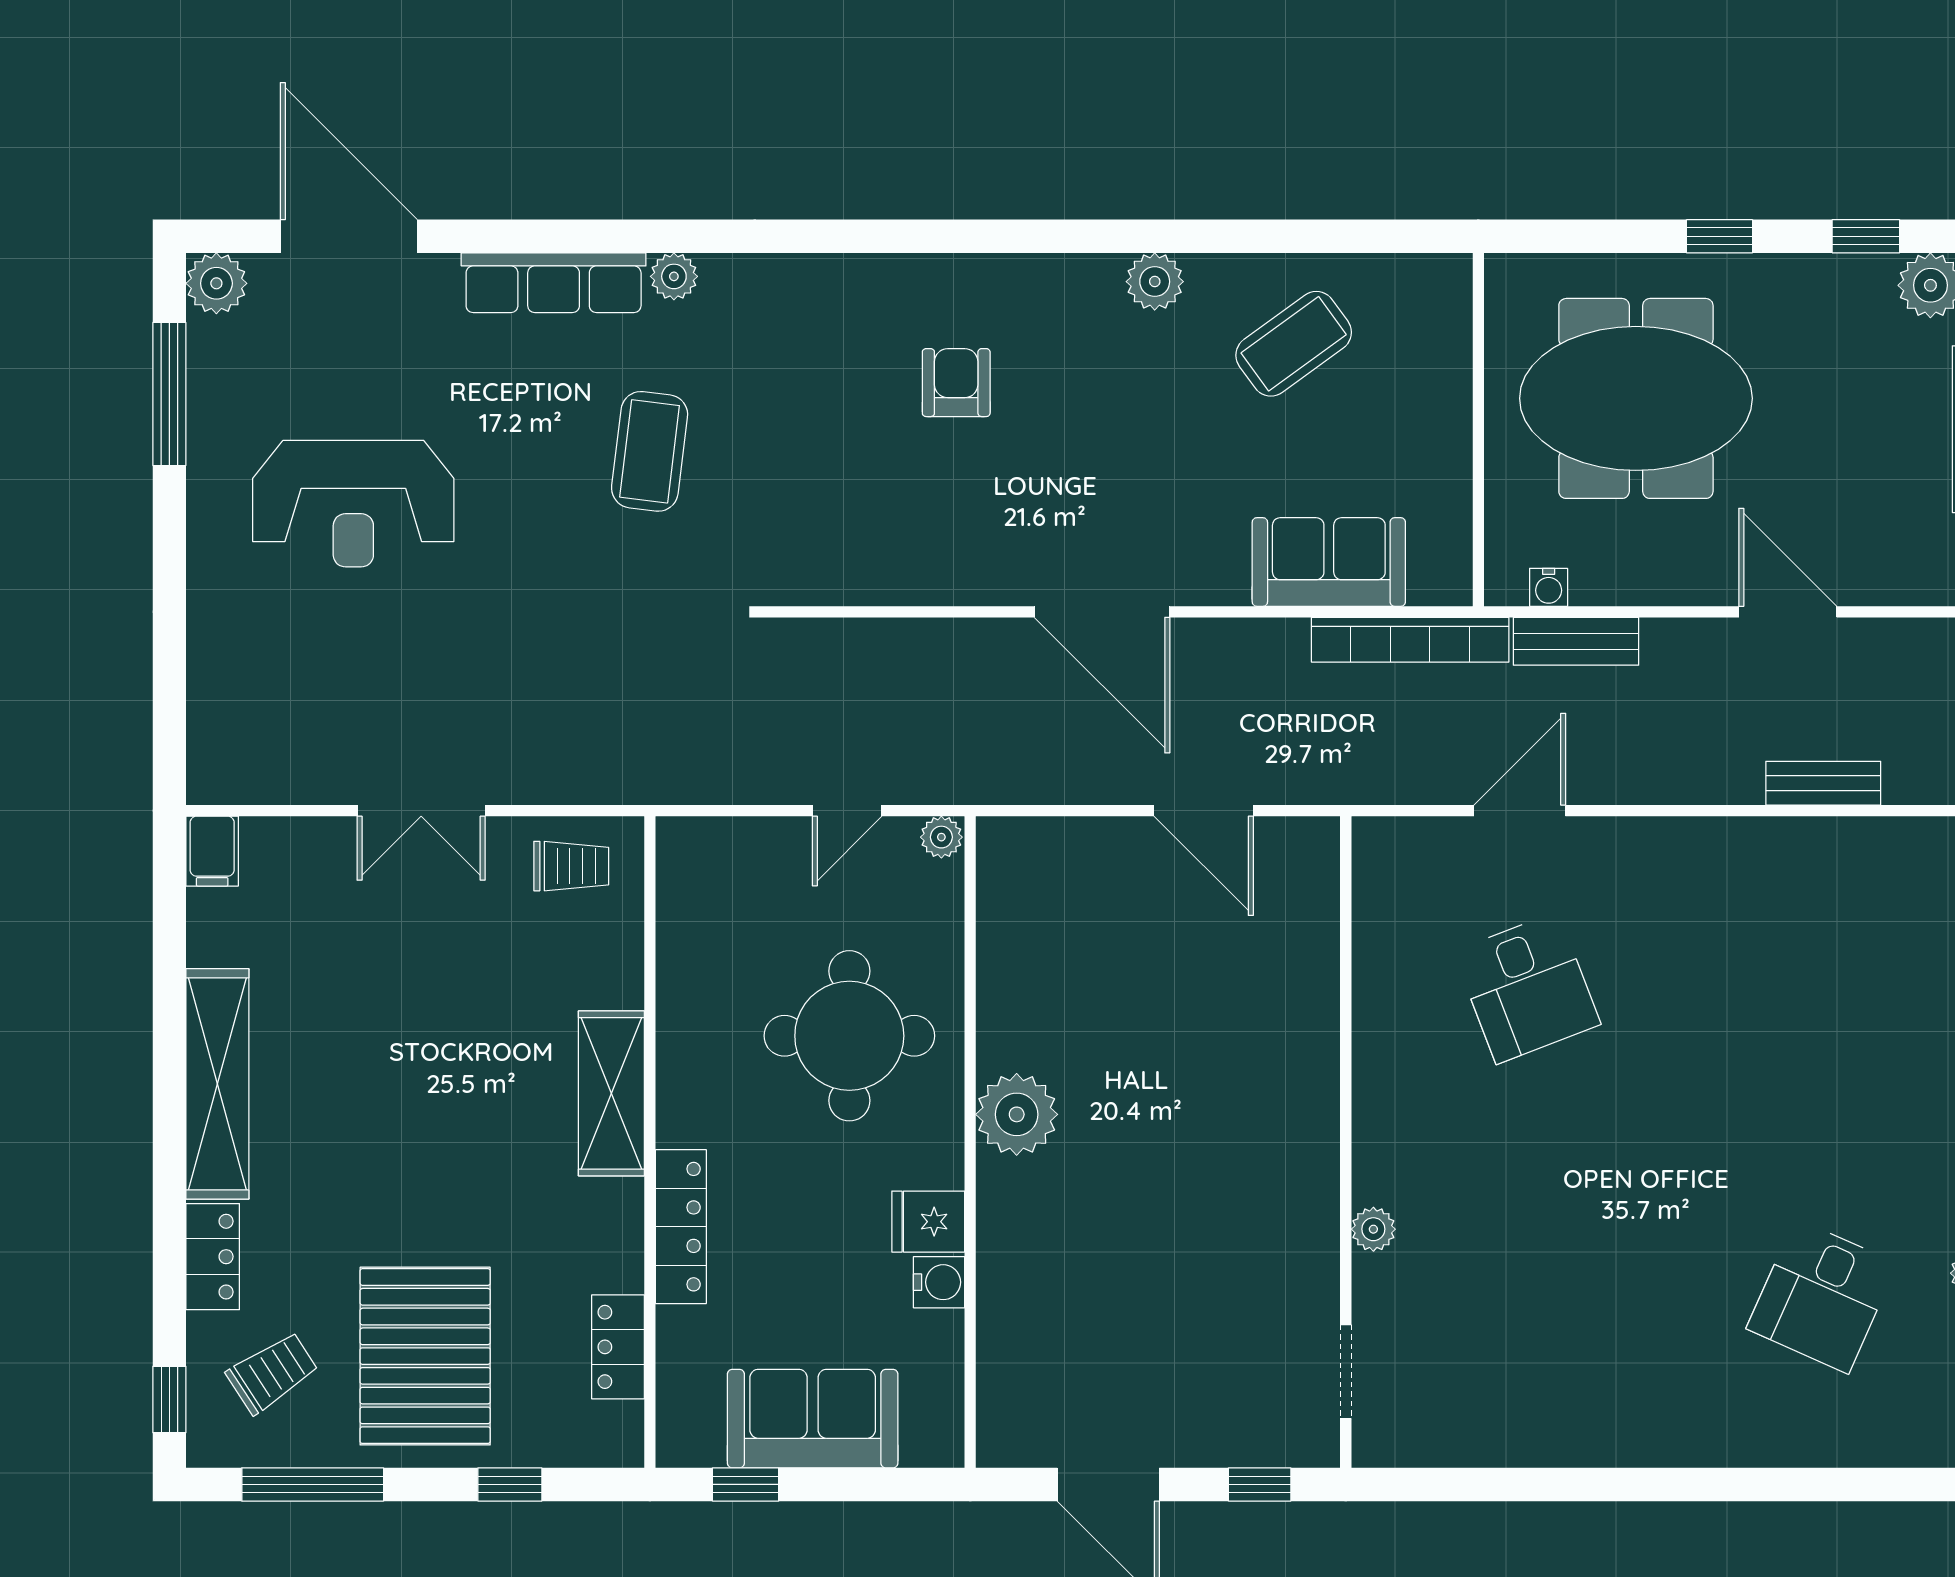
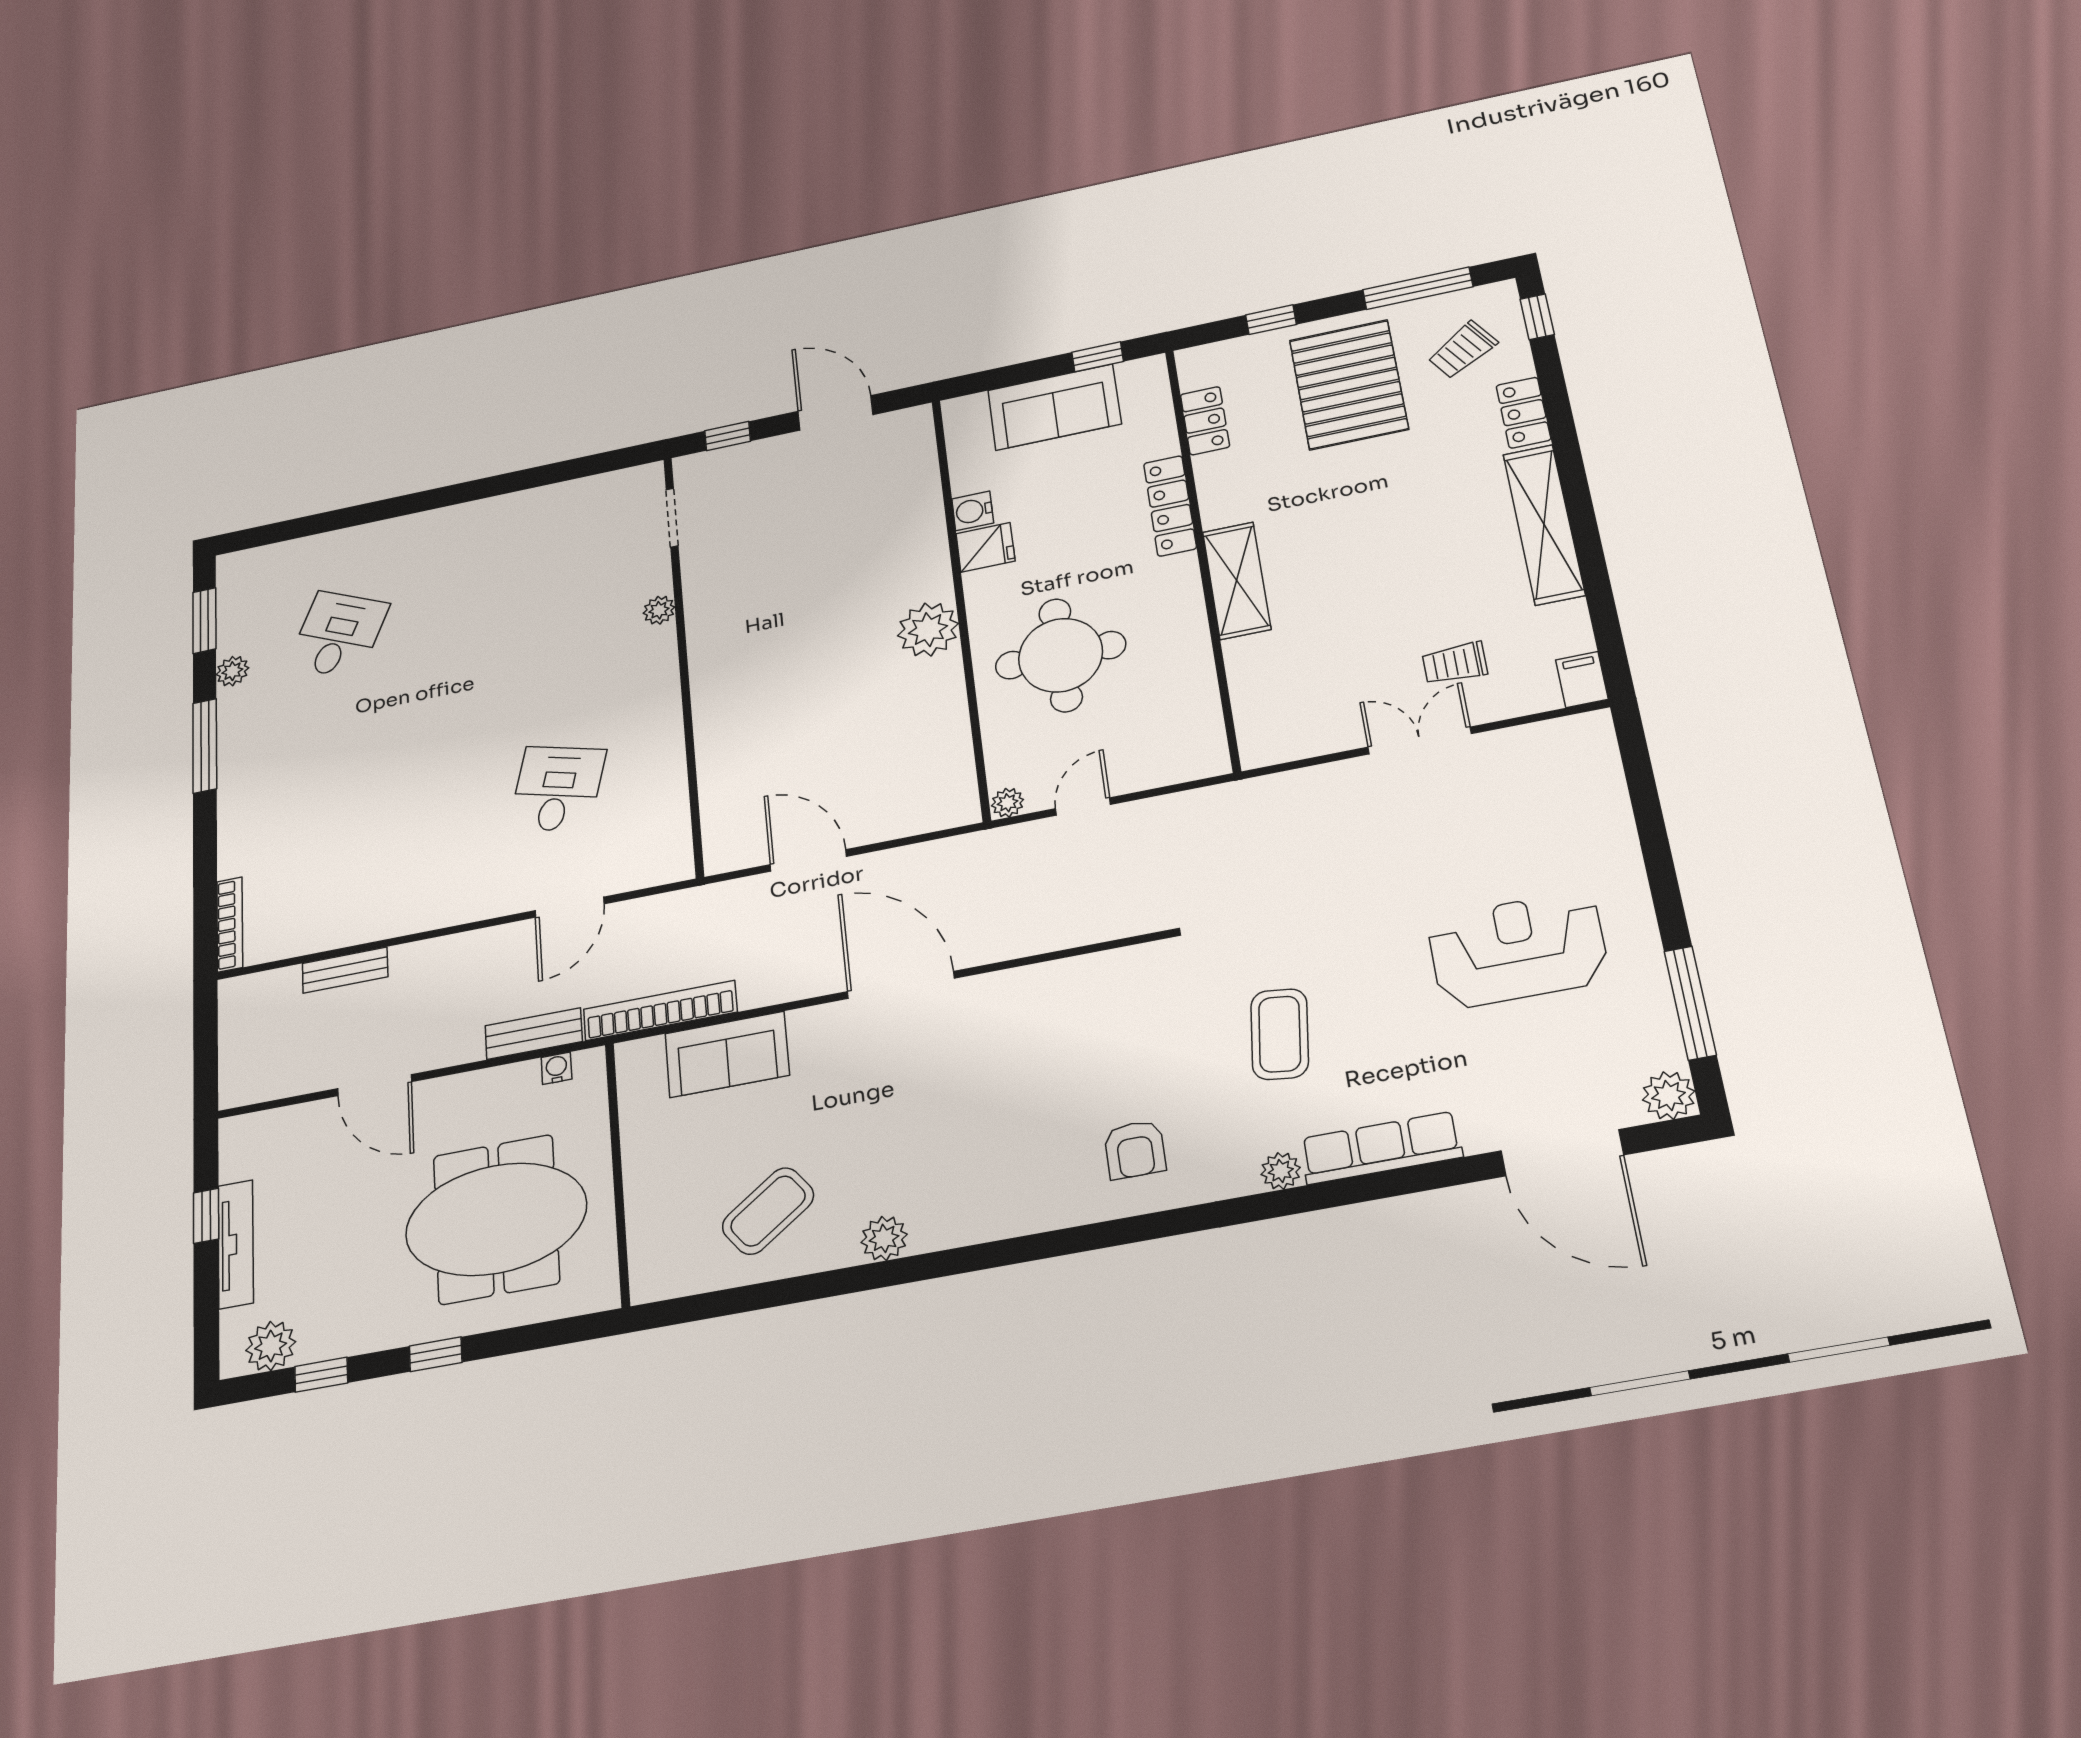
armchair: (956, 383) -> (1135, 1150), moved
trolley: (571, 866) -> (1455, 663), moved
desk: (1527, 988) -> (557, 789), turned 36

